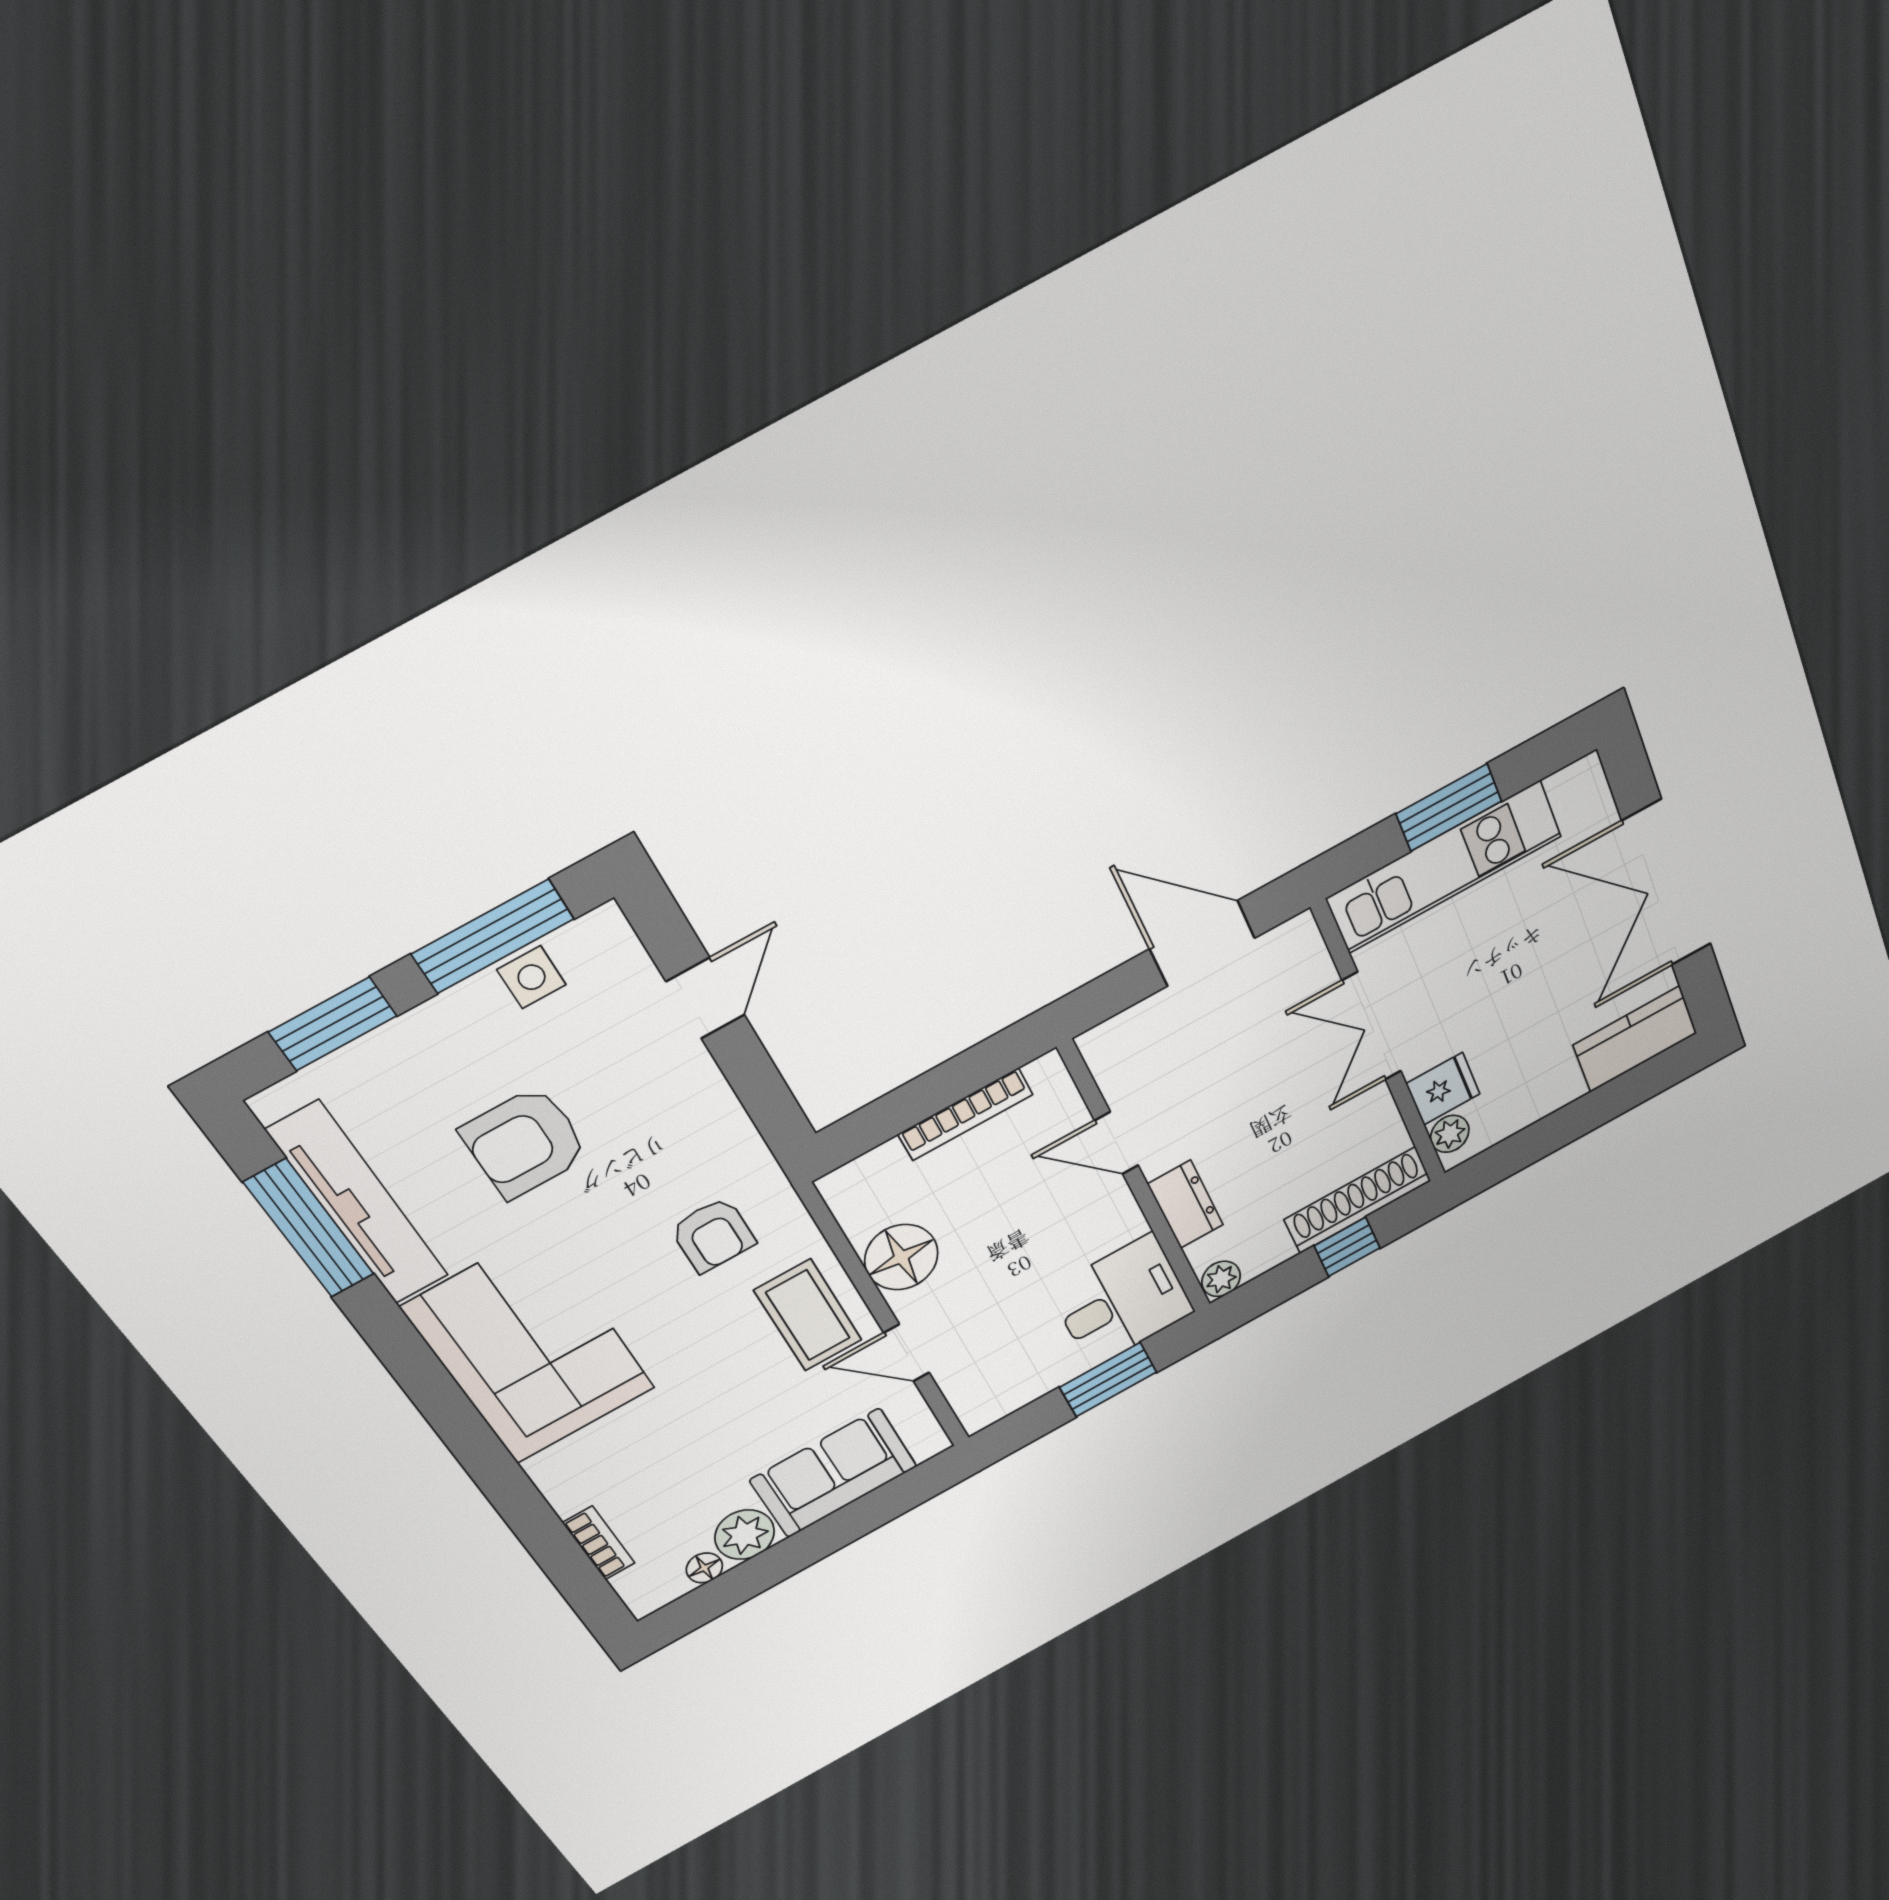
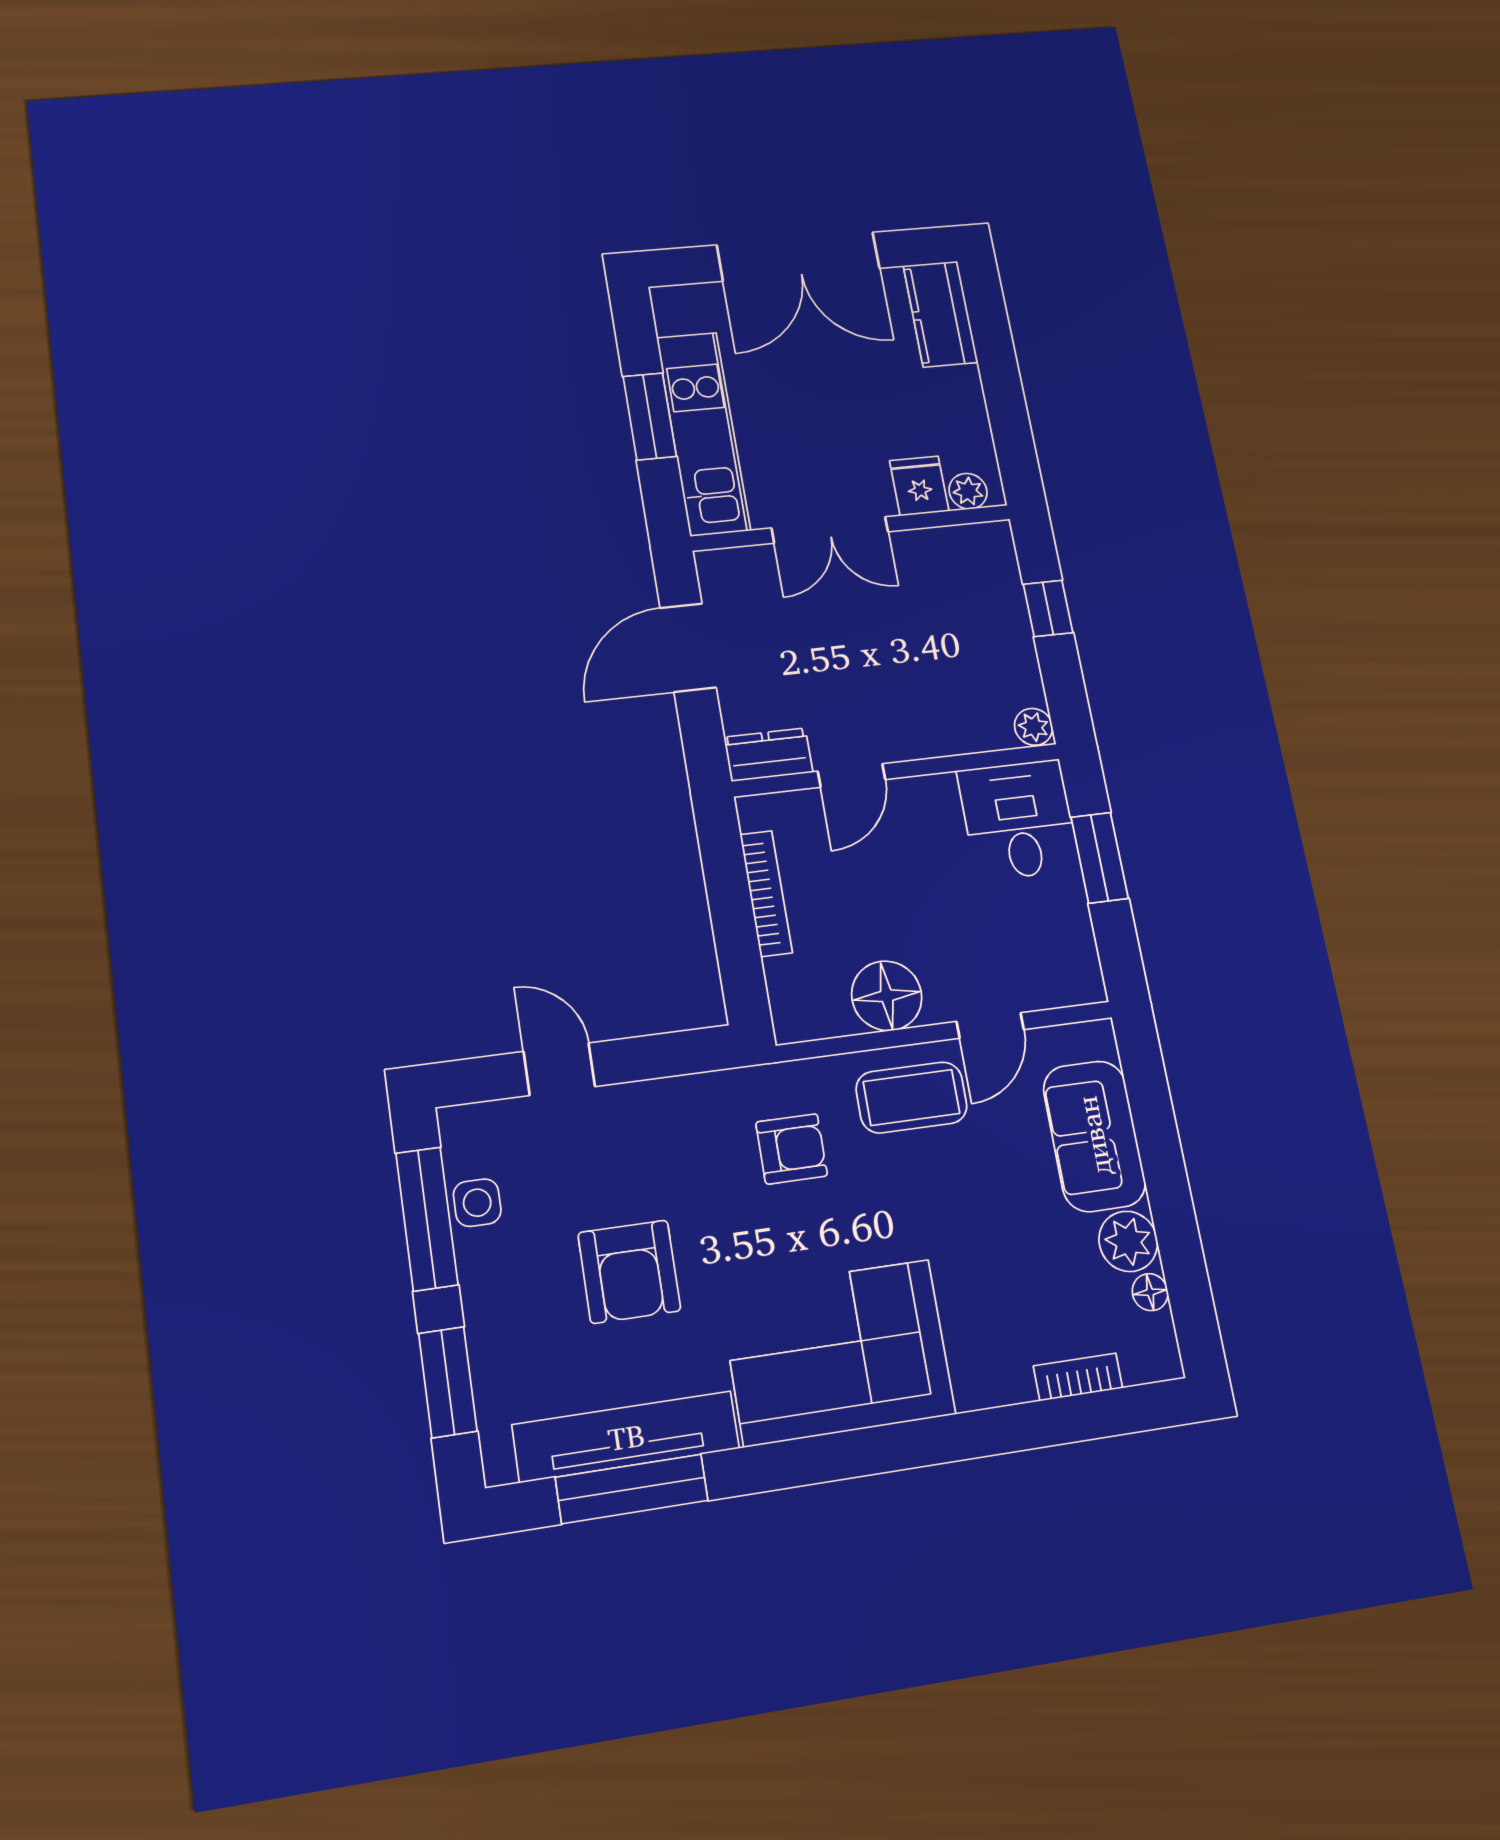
shoe rack: (1358, 1200) -> (1002, 587), removed
dresser: (1185, 1204) -> (768, 755), moved

